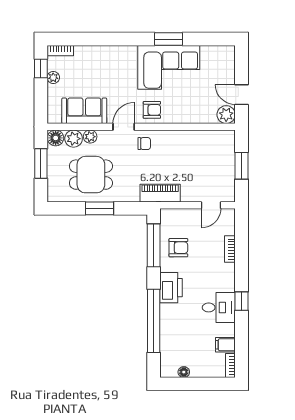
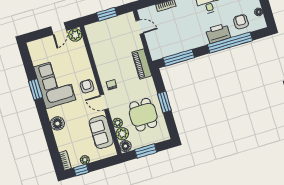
floor lamp: (113, 55) -> (57, 124), added
armchair: (178, 248) -> (241, 22), moved
printer: (171, 288) -> (218, 33), moved

